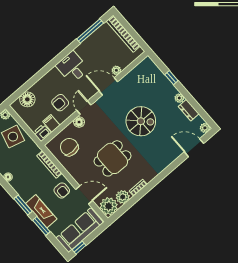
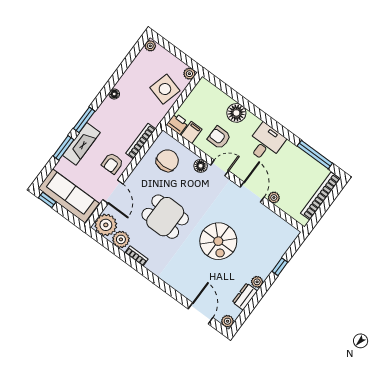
floor lamp: (27, 99) -> (236, 113), moved

